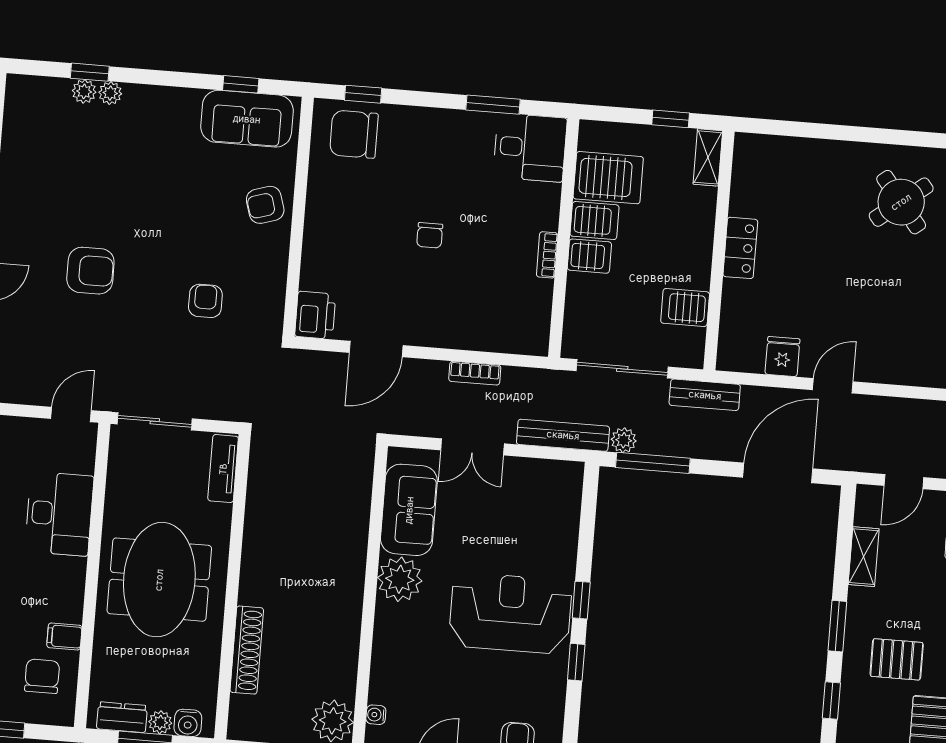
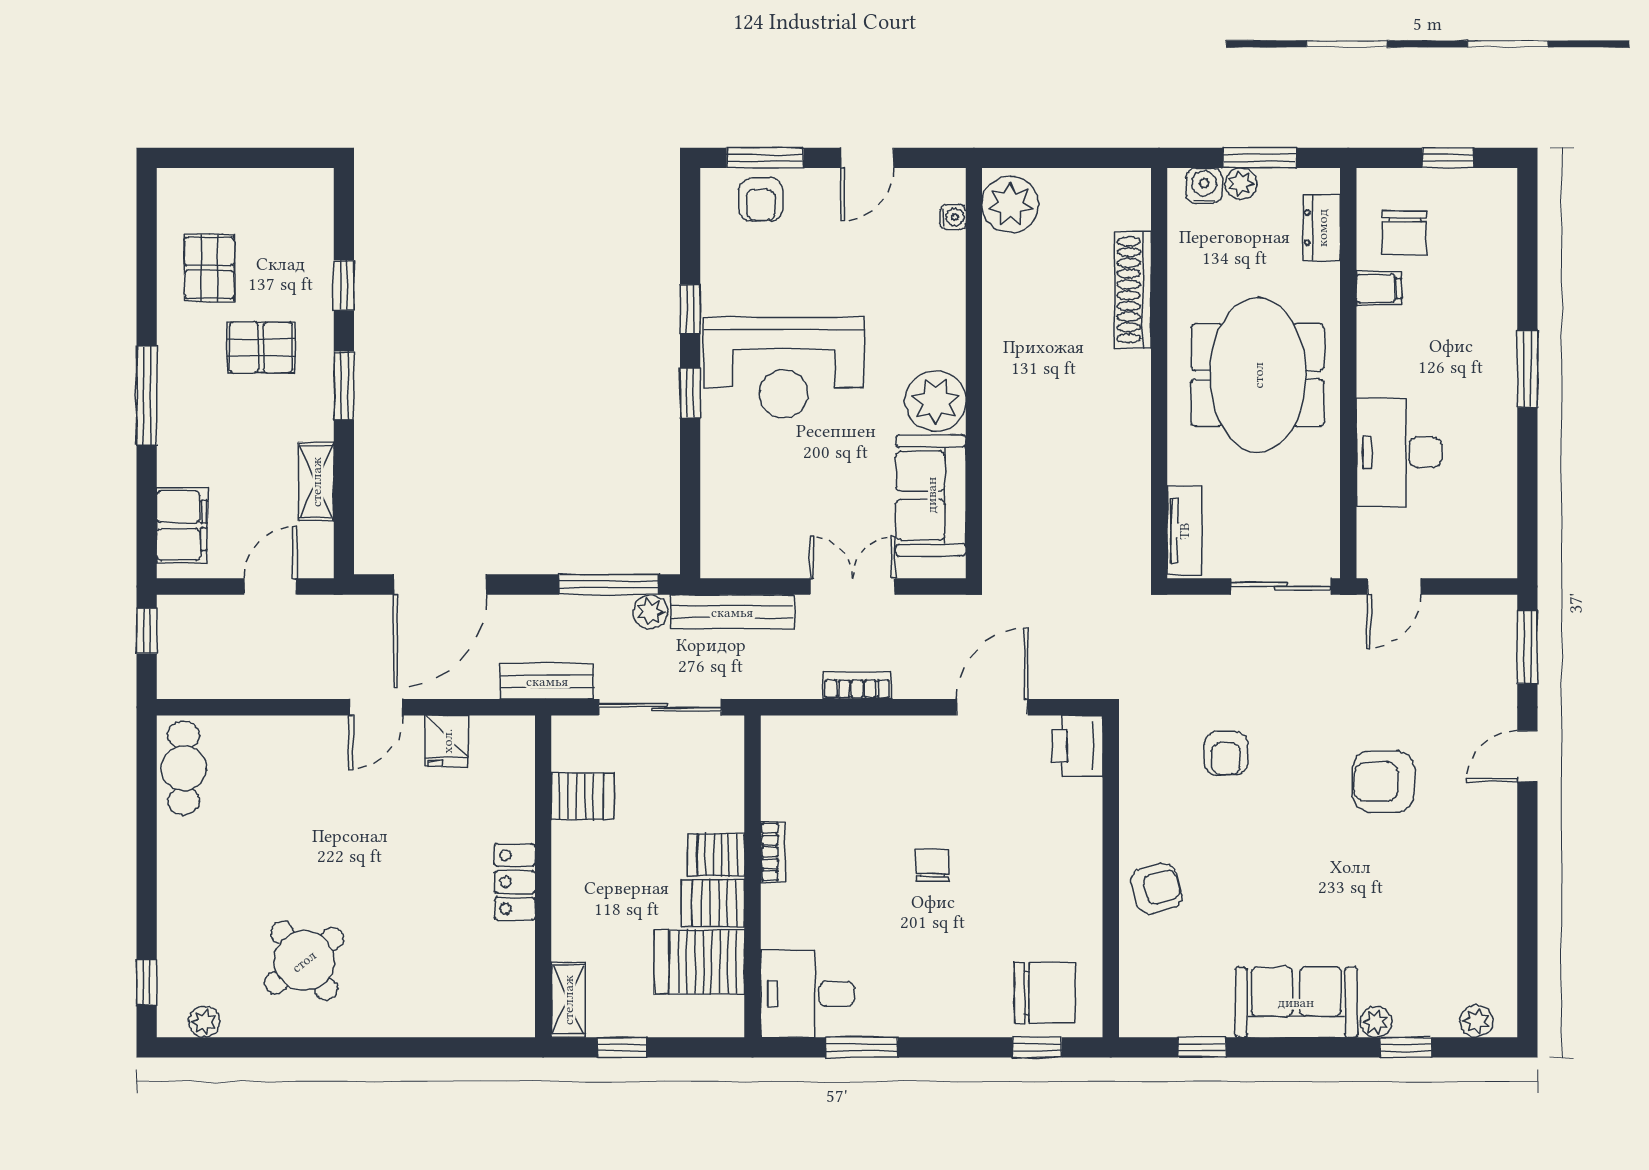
plant: (84, 91) -> (1477, 1021), moved
sofa: (247, 119) -> (1296, 1002), moved
dresser: (122, 717) -> (1322, 228), moved, turned 90

